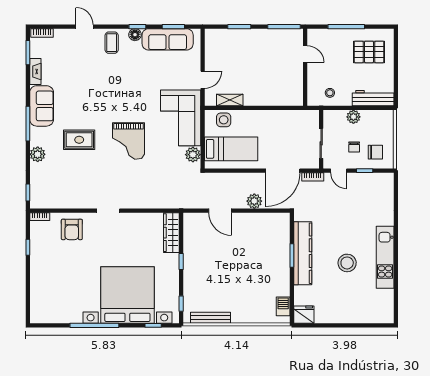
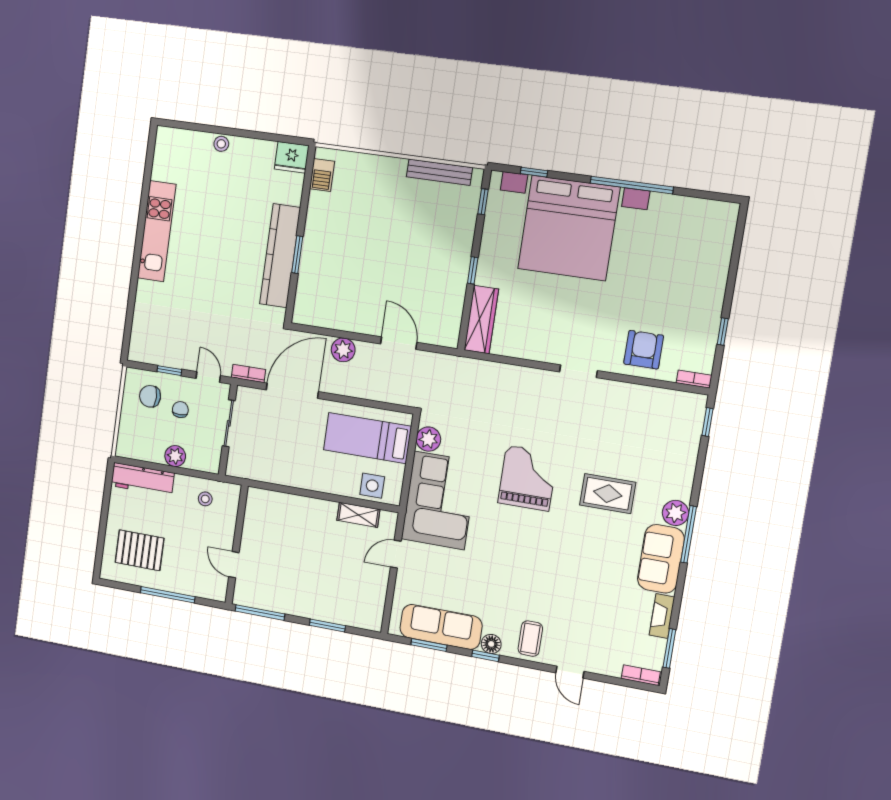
plant: (38, 154) -> (675, 513), moved
stool: (347, 263) -> (221, 144), moved, width x0.53, depth x0.53

